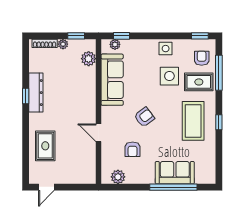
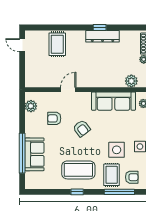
rug: (45, 146) -> (57, 44), turned 90

